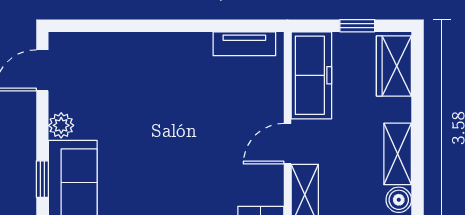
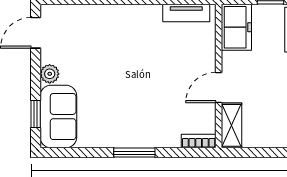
freezer: (311, 75) -> (236, 27), width x0.71

